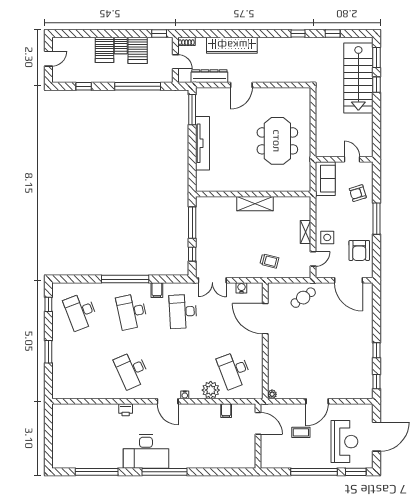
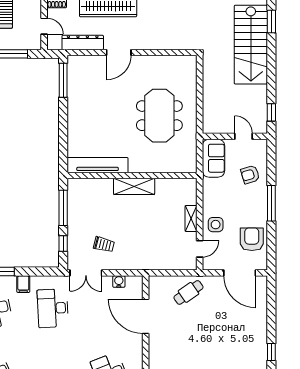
window: (377, 85) -> (271, 112), moved
tv unit: (203, 143) -> (98, 165), moved, turned -90
armchair: (359, 250) -> (252, 239), turned 180
trolley: (269, 261) -> (104, 244), moved

